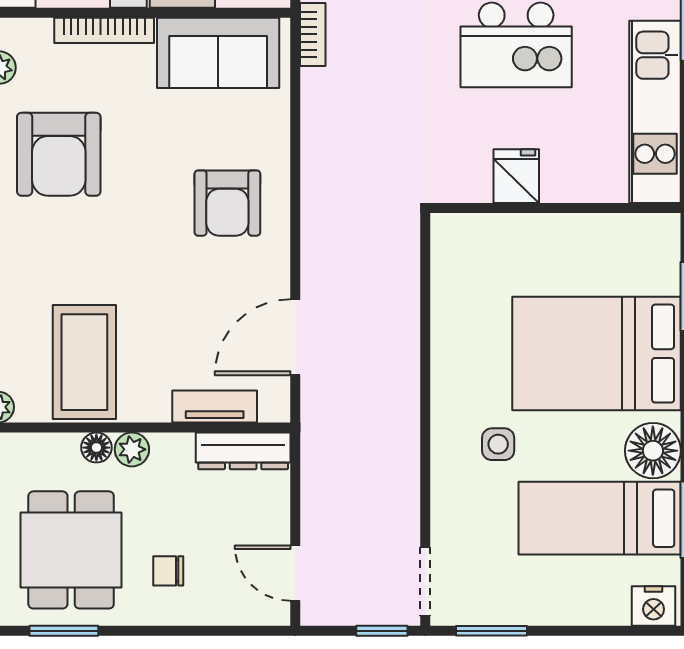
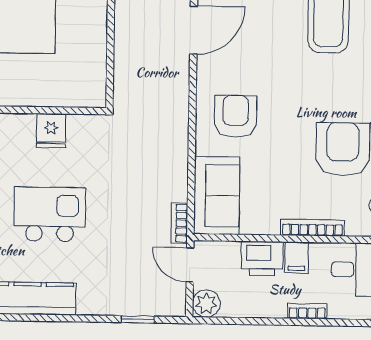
sofa: (218, 53) -> (217, 196), moved, turned 90

